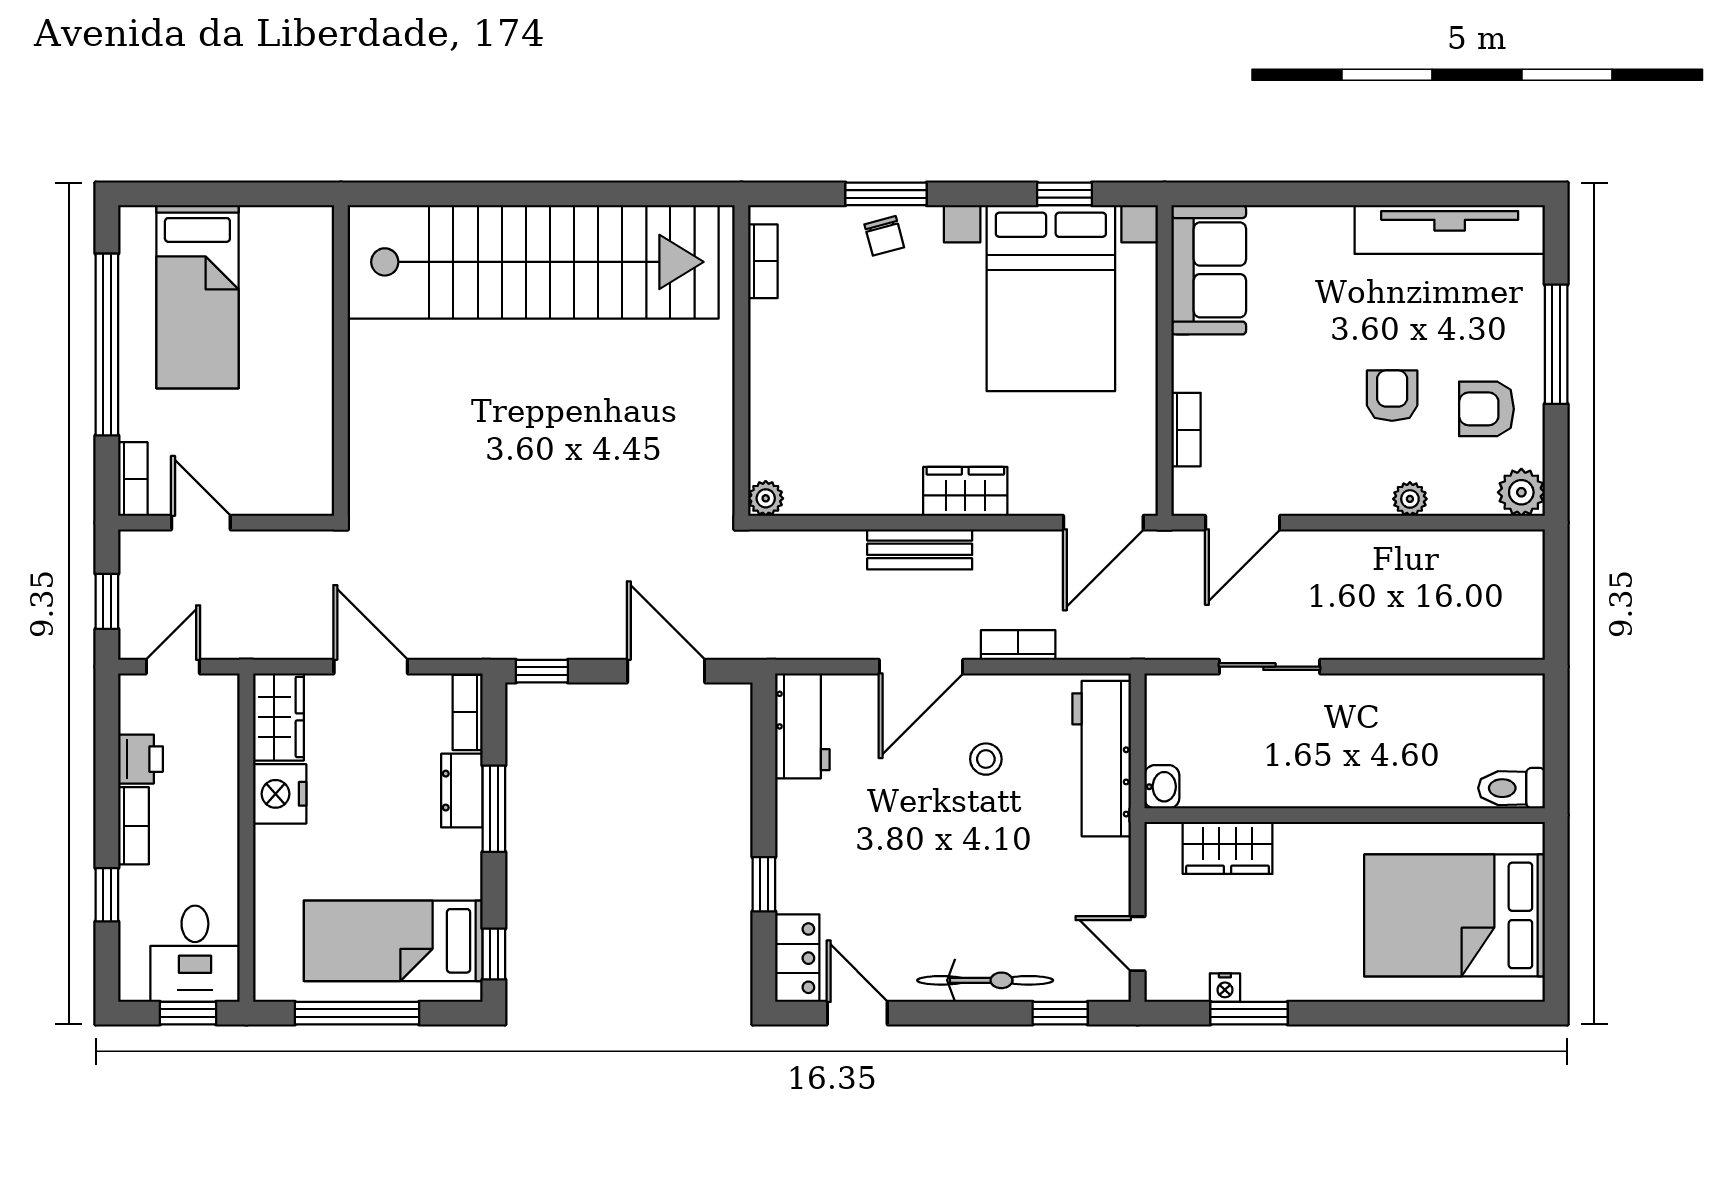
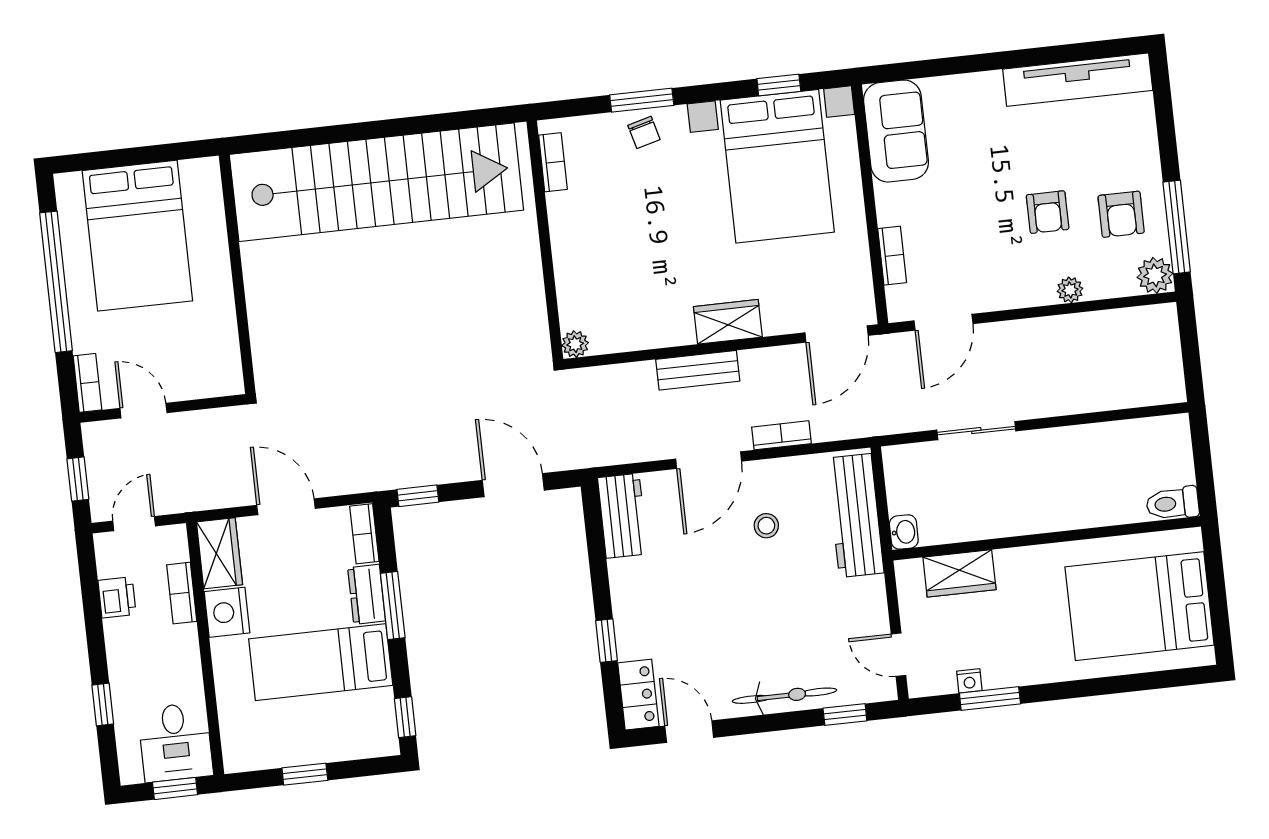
bed: (197, 297) -> (137, 236), width x1.50
window: (1556, 344) -> (1177, 227), moved
armchair: (1392, 396) -> (1048, 212), turned 180
armchair: (1486, 409) -> (1121, 214), turned -90
bookcase: (134, 826) -> (182, 593), moved, turned 180
bed: (393, 941) -> (321, 662), moved
window: (357, 1013) -> (305, 774), width x0.46

